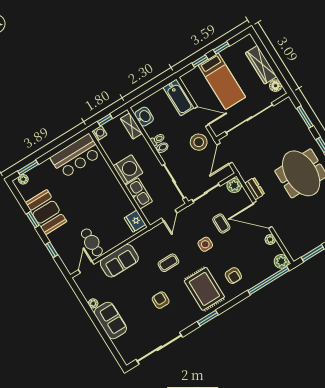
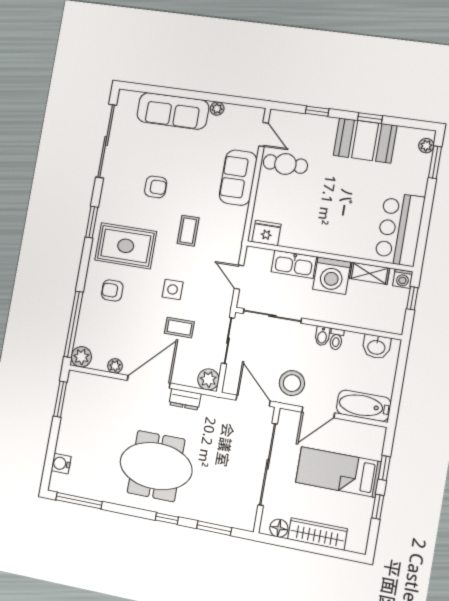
shelving: (131, 126) -> (370, 273), moved
sofa: (110, 320) -> (173, 111), width x1.36

